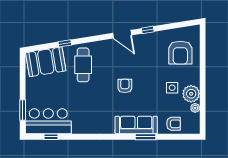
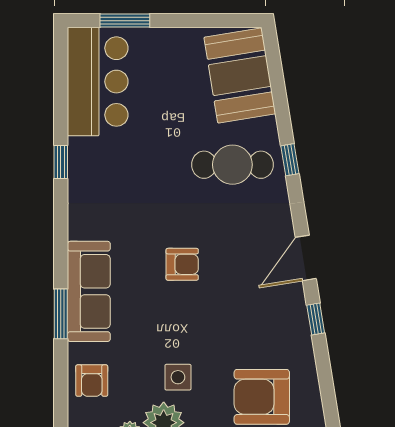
window: (65, 43) -> (290, 160), moved
window: (51, 137) -> (61, 162), moved

